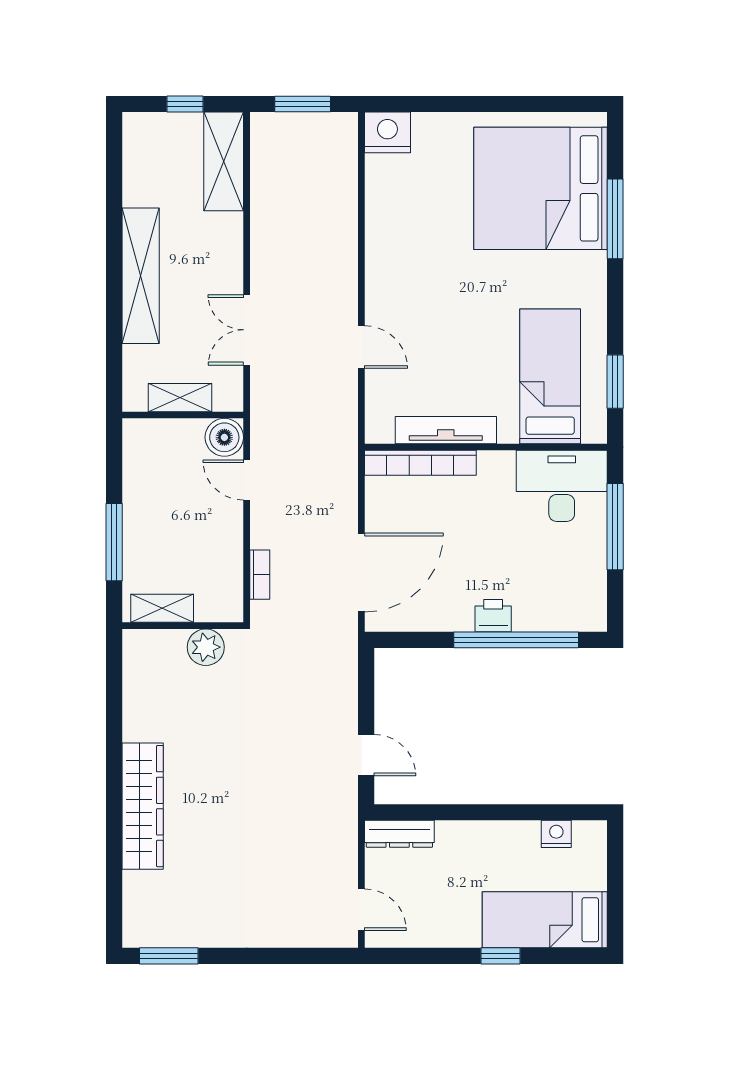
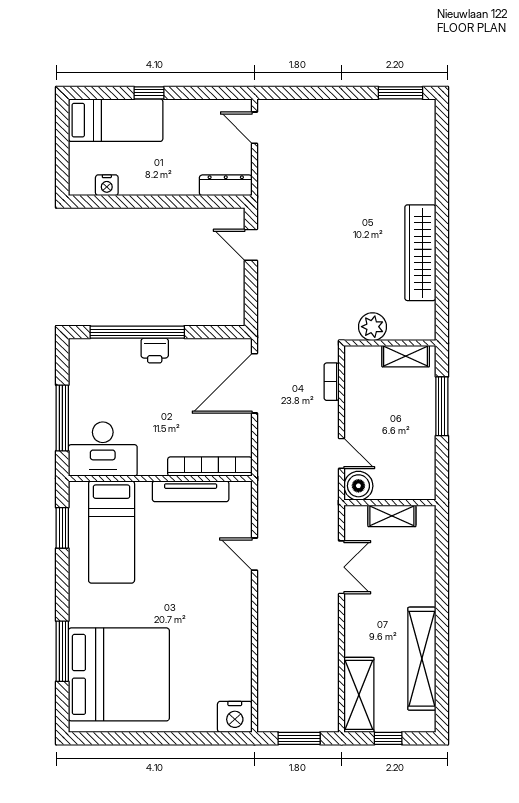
shelving: (141, 276) -> (422, 659), moved
wardrobe: (143, 806) -> (420, 253), moved

